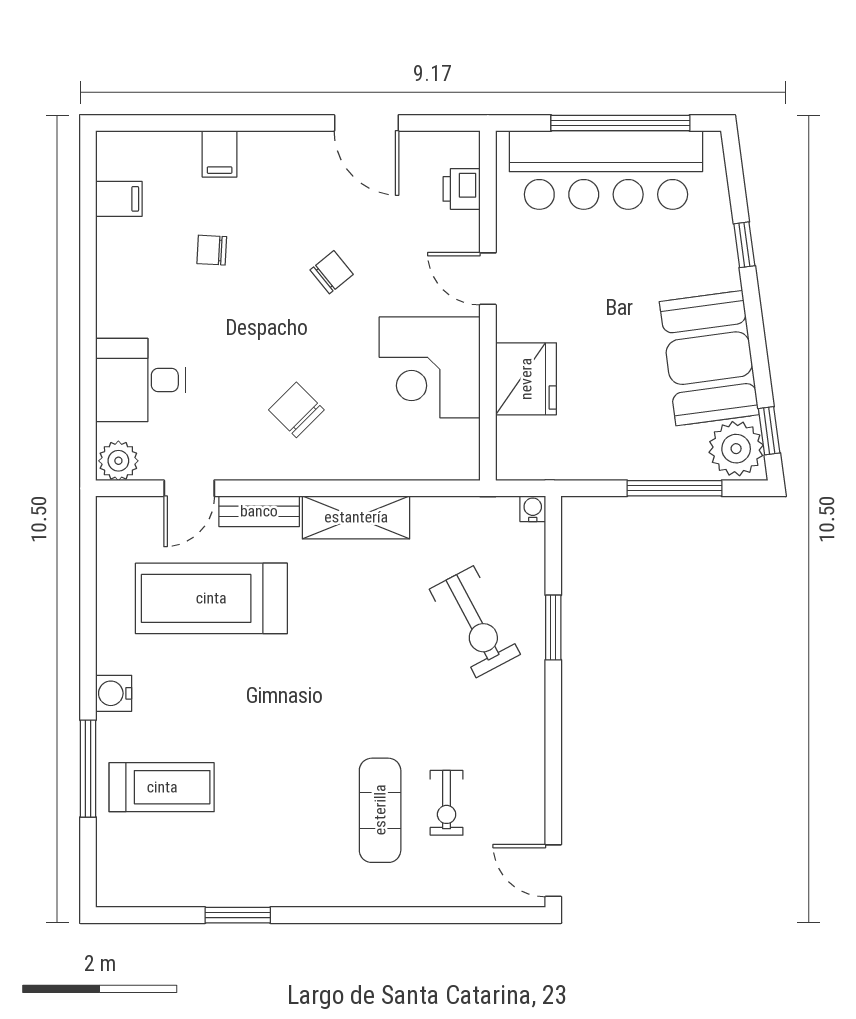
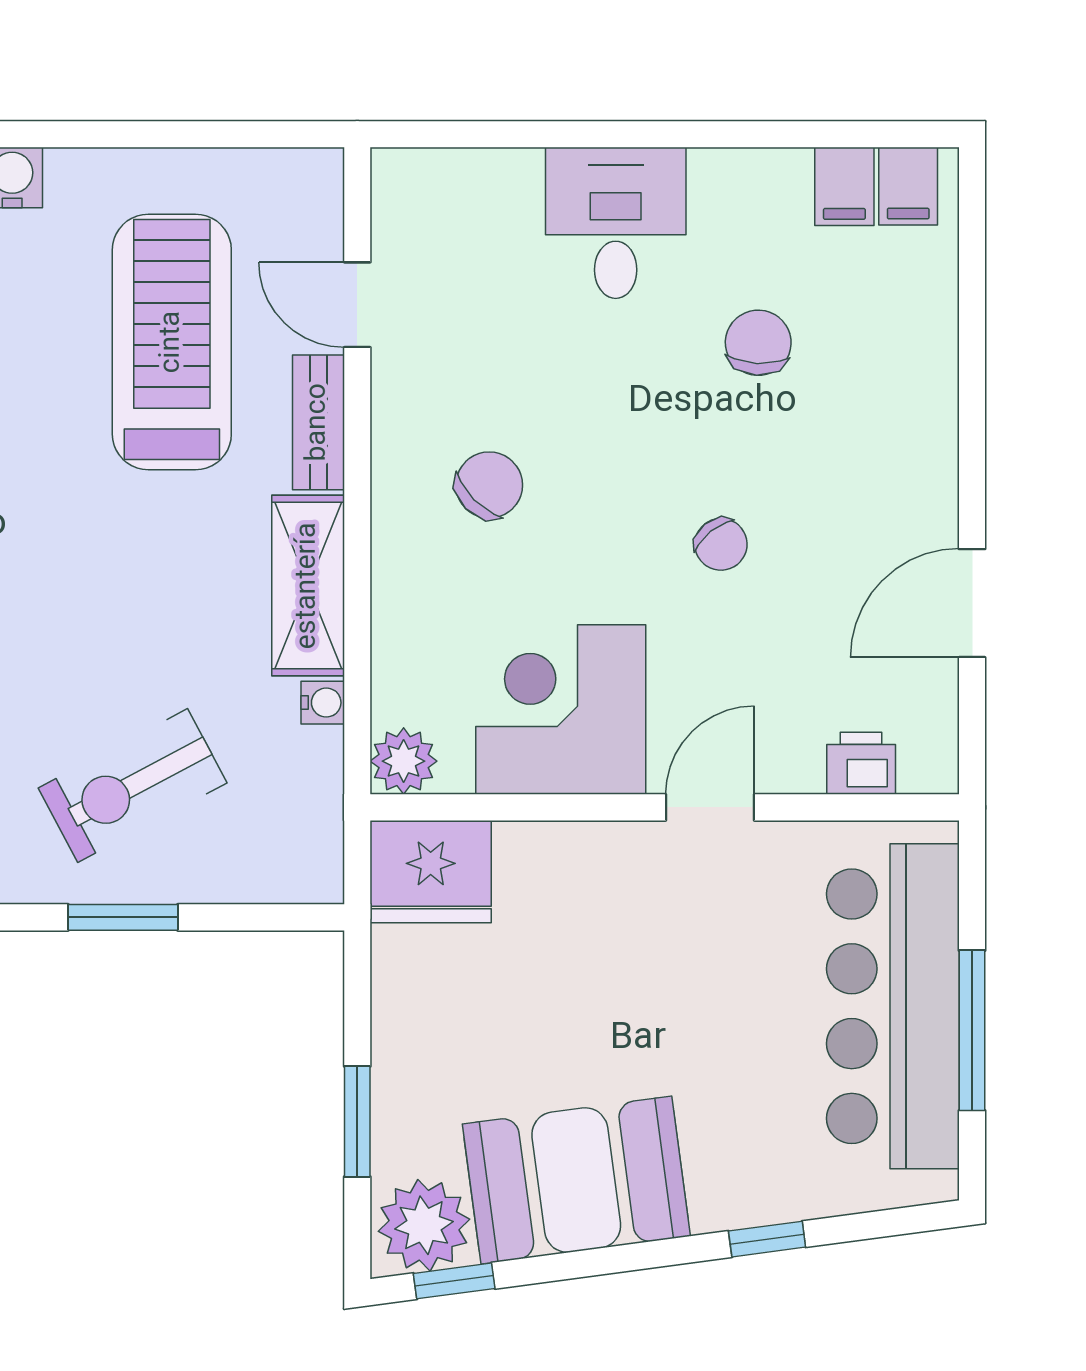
window: (620, 123) -> (972, 1030), width x0.68
filing cabinet: (220, 154) -> (908, 186), moved, turned -90
chair: (212, 250) -> (758, 343), width x1.37, depth x1.37
fridge: (526, 379) -> (431, 872), moved
desk: (141, 380) -> (616, 223), moved
plant: (118, 461) -> (404, 761), moved
window: (674, 488) -> (357, 1121), width x0.69
water cooler: (533, 509) -> (323, 703), moved

